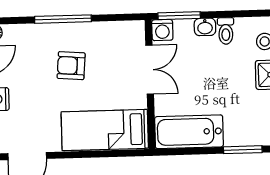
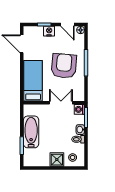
armchair: (71, 66) -> (64, 66), width x1.88, depth x1.88
double door: (150, 70) -> (61, 103), swing flipped
bathtub: (189, 132) -> (31, 132), moved

